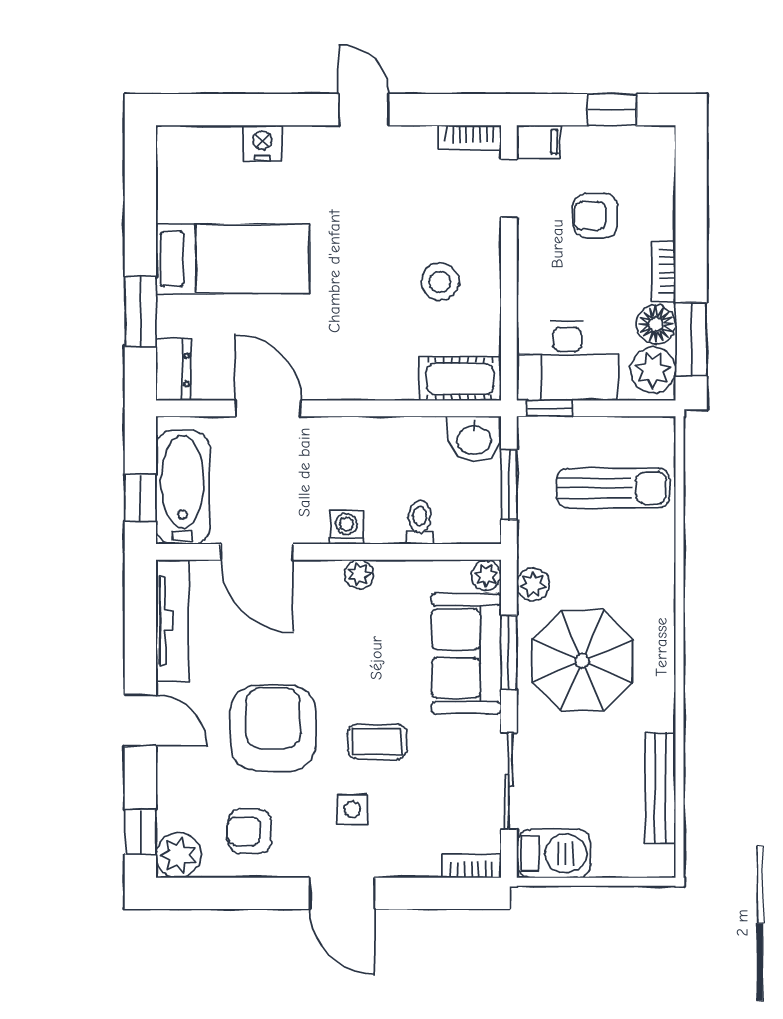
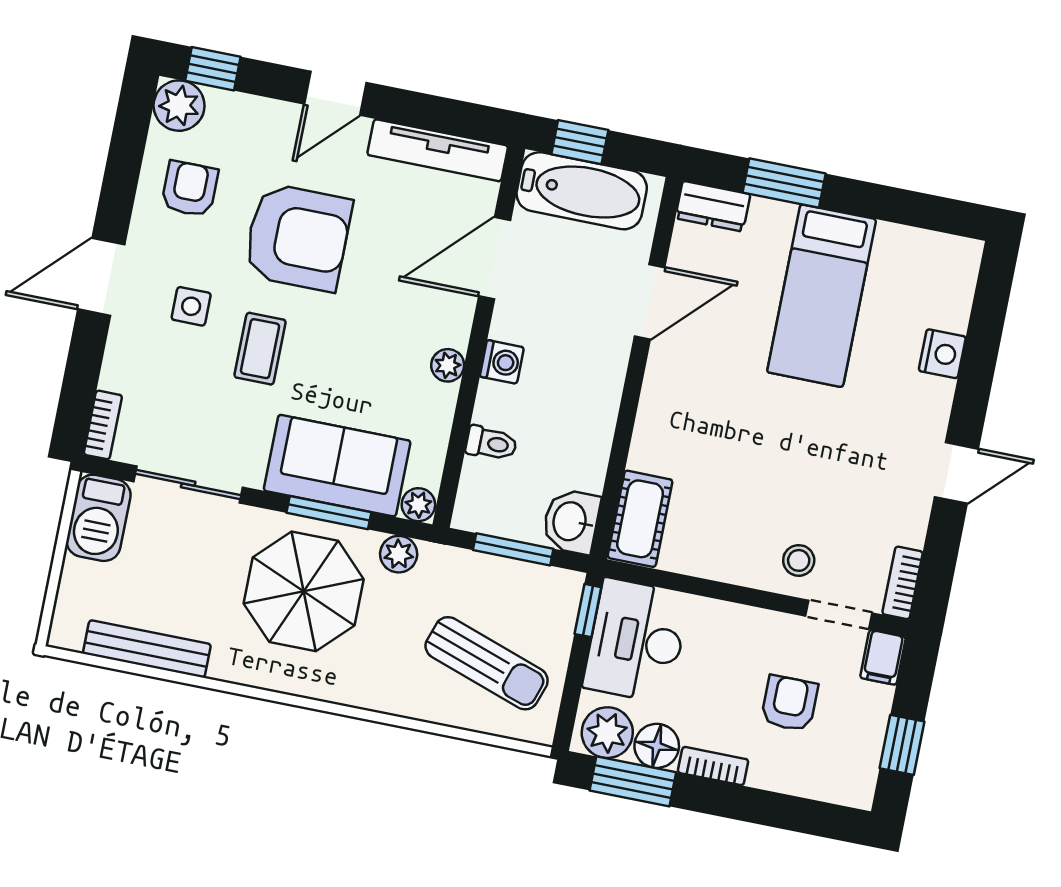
stool: (440, 282) -> (799, 560), moved, width x0.73, depth x0.73
sun lounger: (613, 488) -> (487, 663), turned -71

